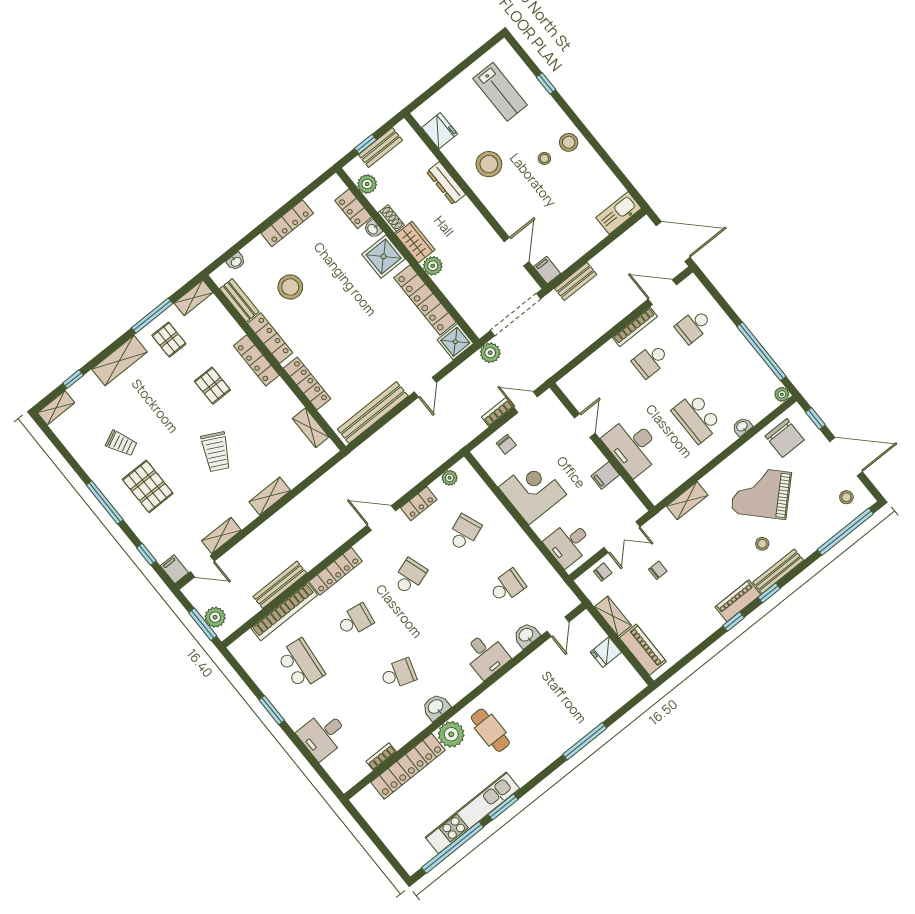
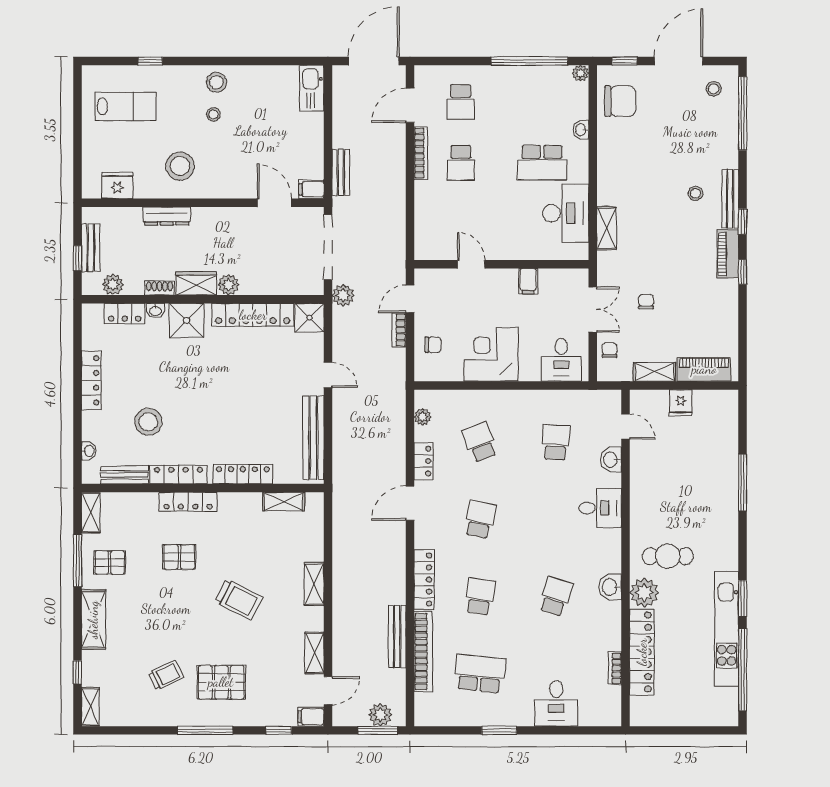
desk: (633, 446) -> (566, 213), moved, turned -90
grand piano: (761, 493) -> (651, 159), removed
school desk: (410, 577) -> (480, 519), turned 30

